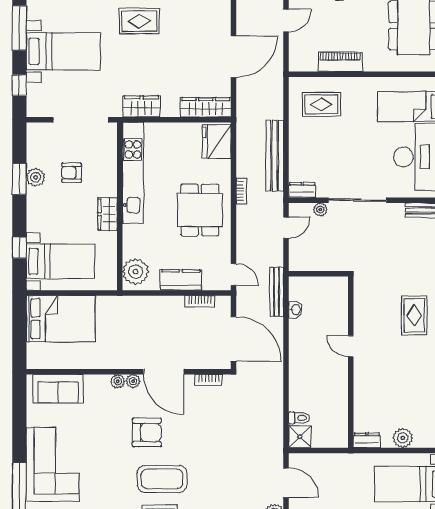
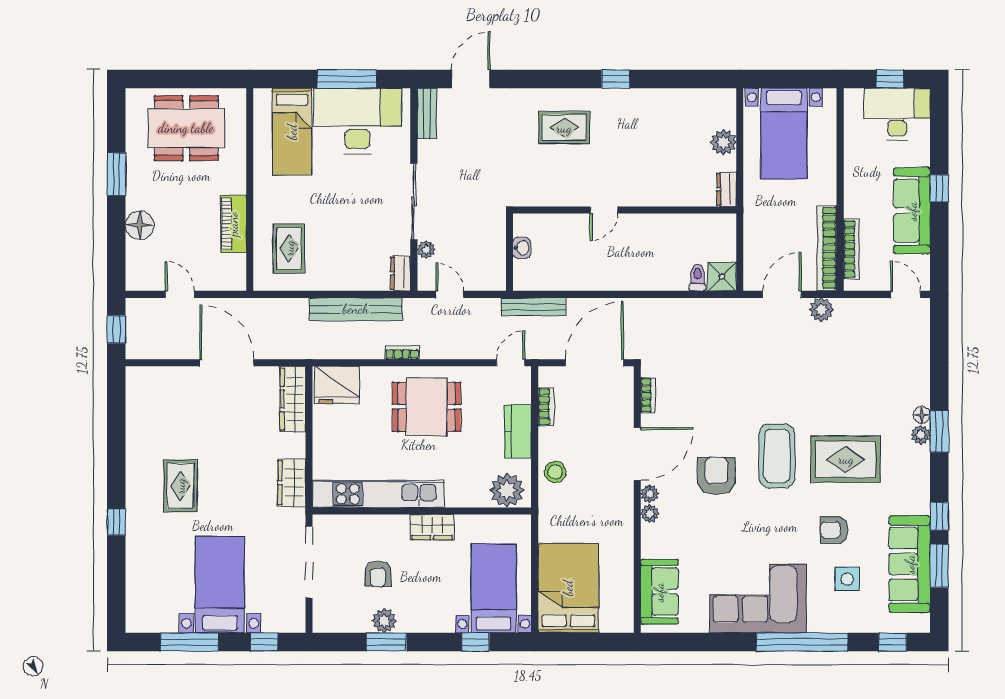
stool: (150, 309) -> (555, 472), added
washbasin: (295, 310) -> (522, 248), moved, turned 90

